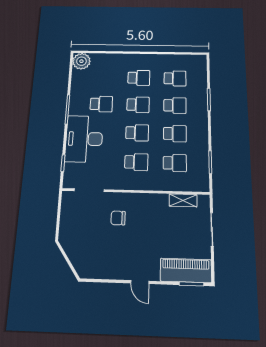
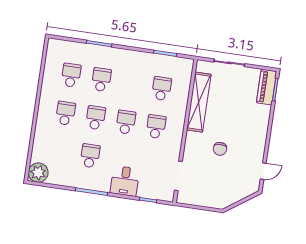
school desk: (175, 134) -> (131, 84), removed
desk: (84, 139) -> (125, 181), width x0.53, depth x0.77
shelving: (183, 200) -> (199, 102), width x2.20, depth x1.33
chair: (118, 218) -> (220, 149), moved
piano: (186, 270) -> (266, 87), width x0.73, depth x0.75
door: (140, 282) -> (263, 171), moved

